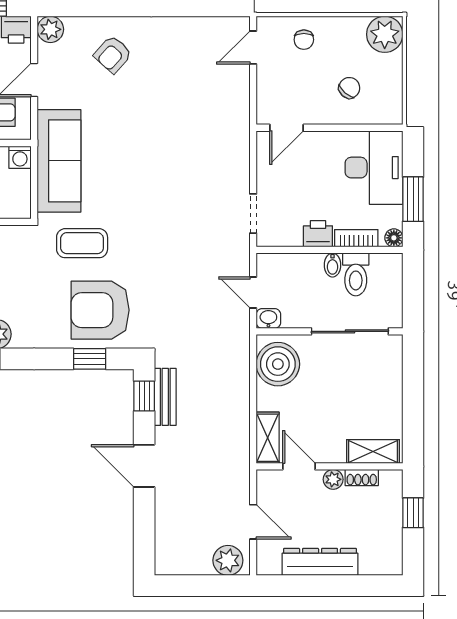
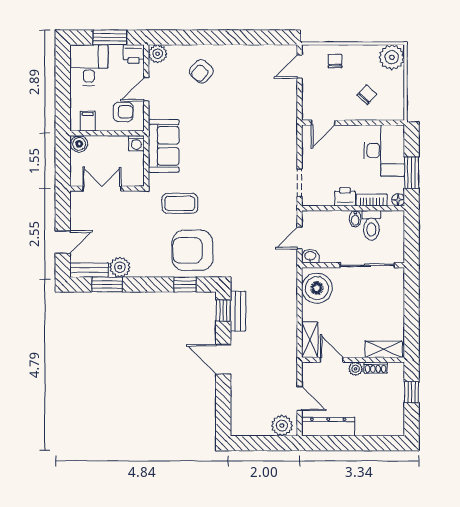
chair: (304, 40) -> (335, 61), turned 180
sofa: (59, 161) -> (164, 146), width x0.73
door: (253, 293) -> (300, 238), hinge flipped
dresser: (320, 562) -> (328, 427), moved

